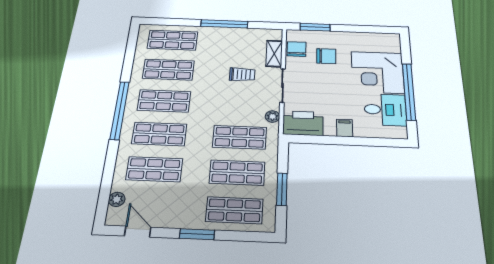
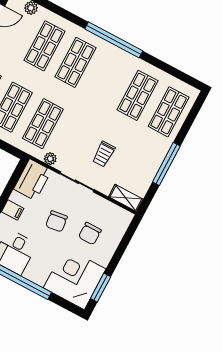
window: (315, 27) -> (101, 288), moved
chair: (297, 49) -> (57, 221), moved, turned 83
shelving: (274, 54) -> (126, 198), moved
corner desk: (378, 72) -> (75, 278), moved
shop shelf: (164, 101) -> (107, 79), removed

